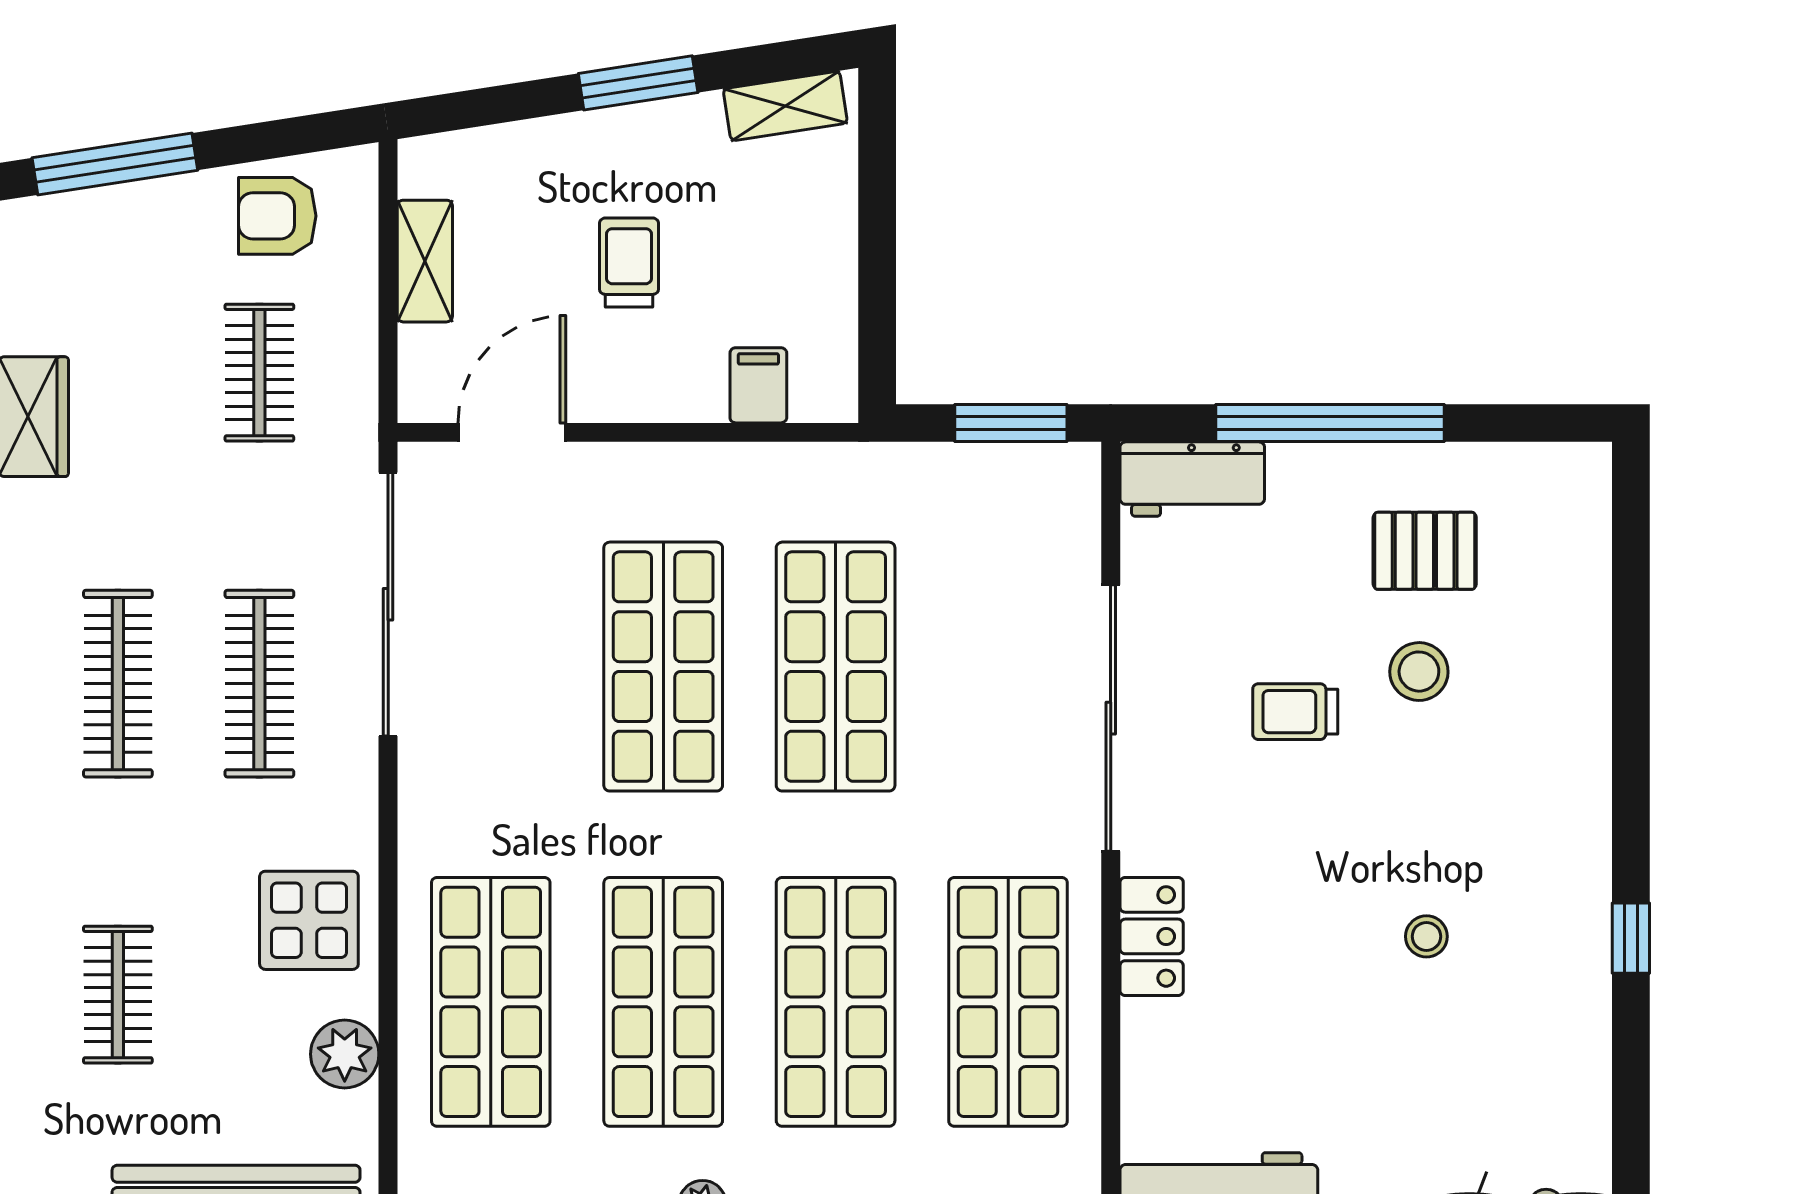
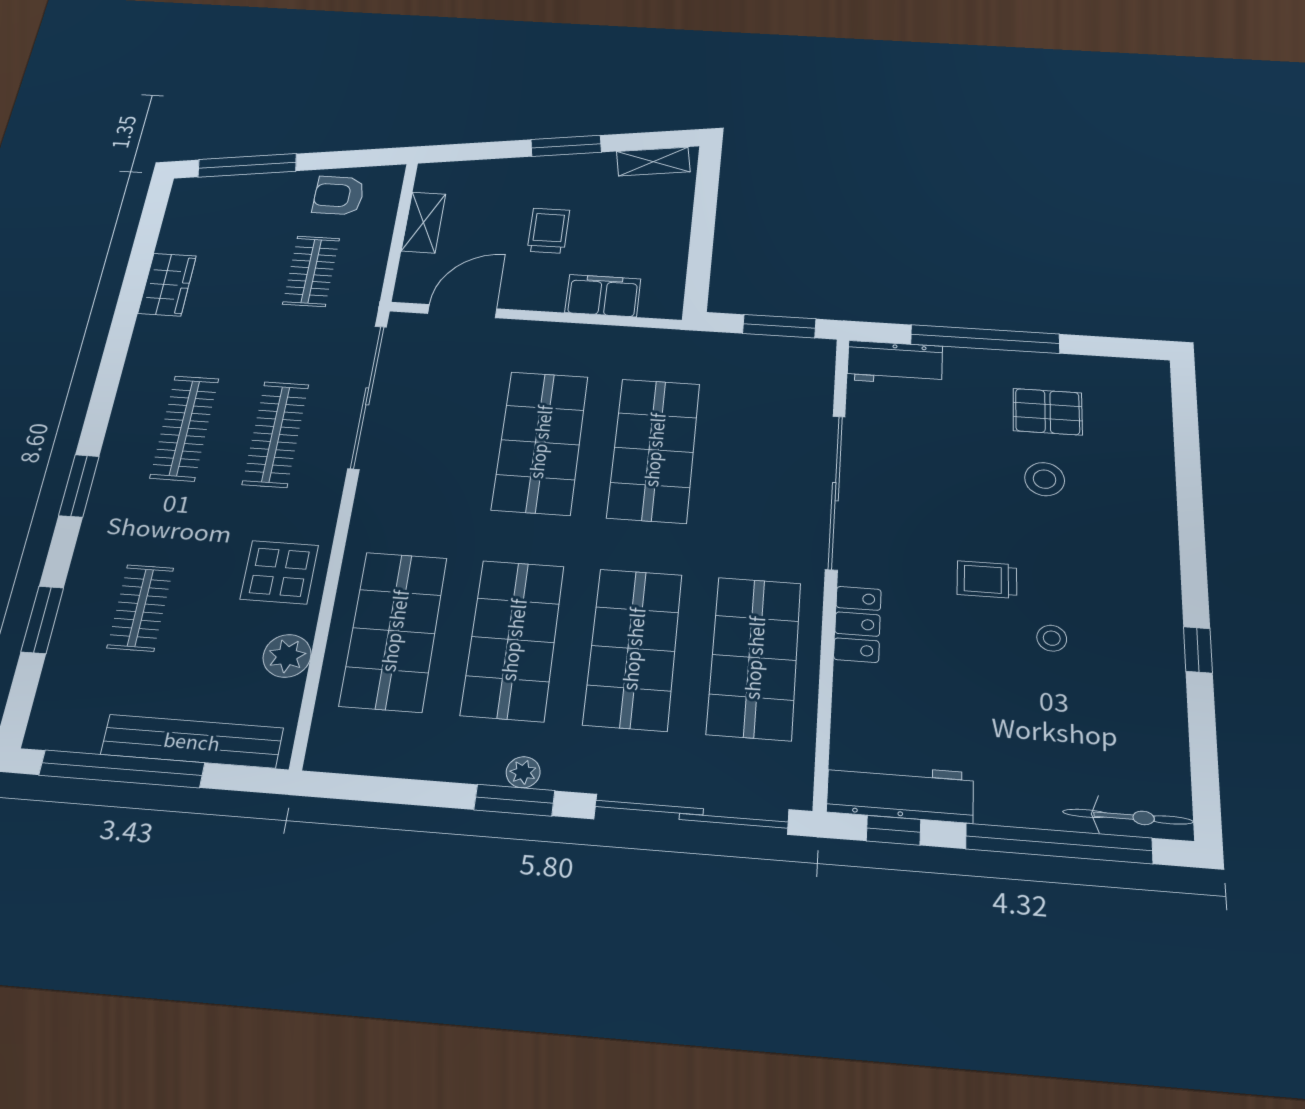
filing cabinet: (758, 385) -> (603, 296), width x2.00
trolley: (1295, 712) -> (987, 580), moved

